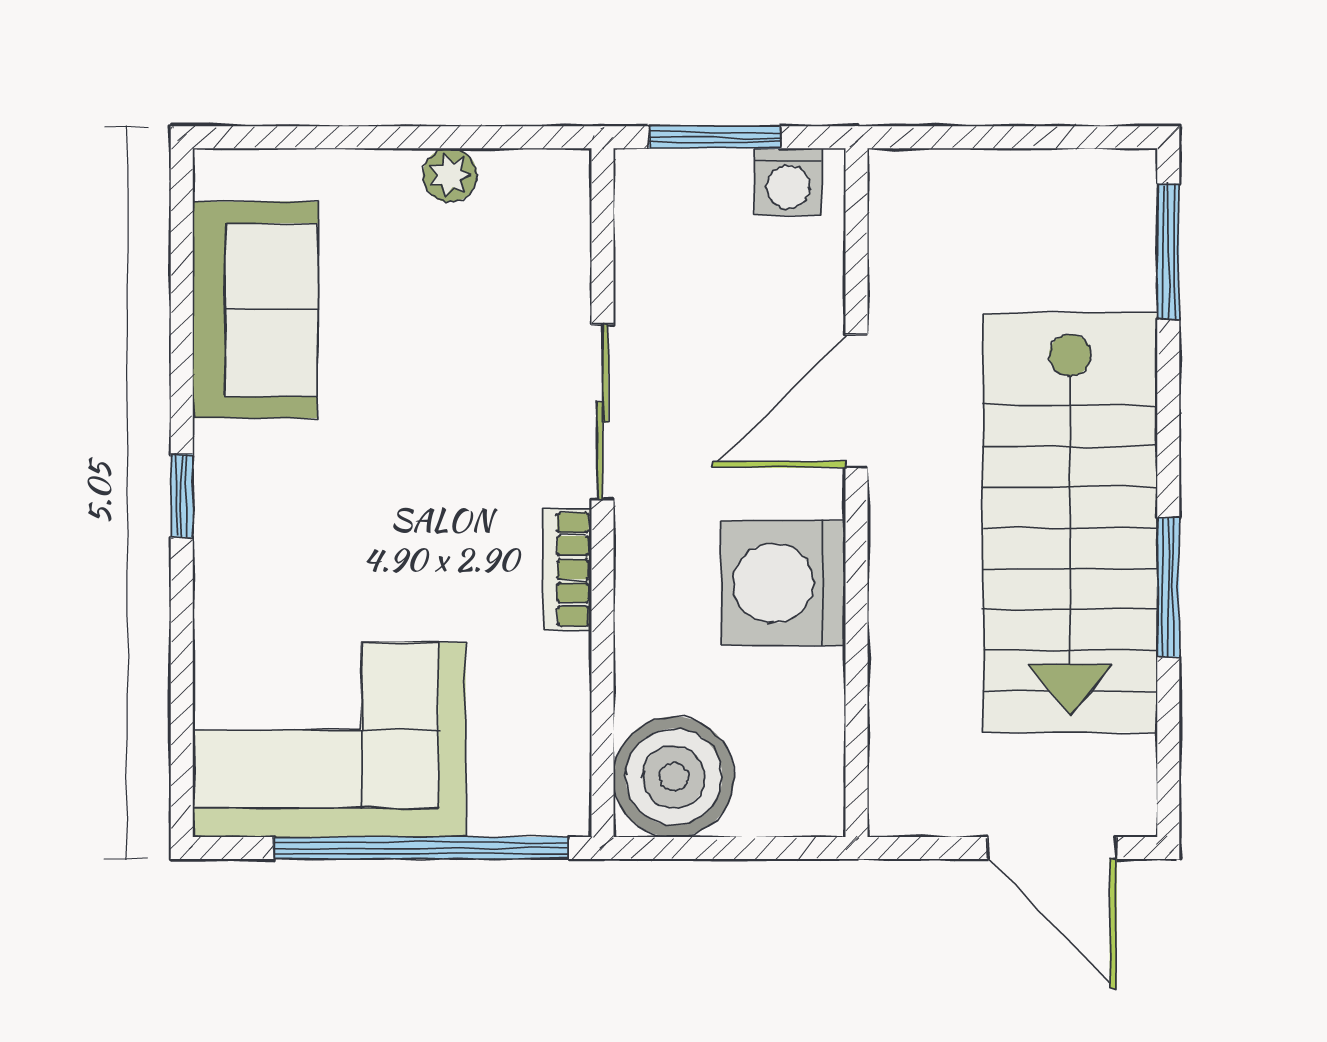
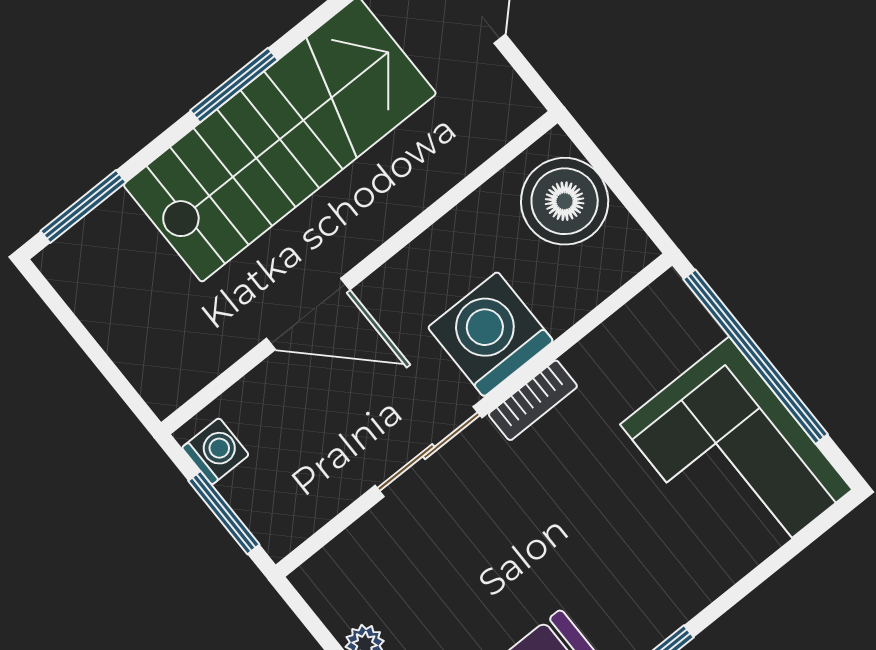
washing machine: (783, 583) -> (491, 334), moved, turned 180
window: (1168, 587) -> (234, 85), moved
boiler: (674, 777) -> (565, 201), moved

